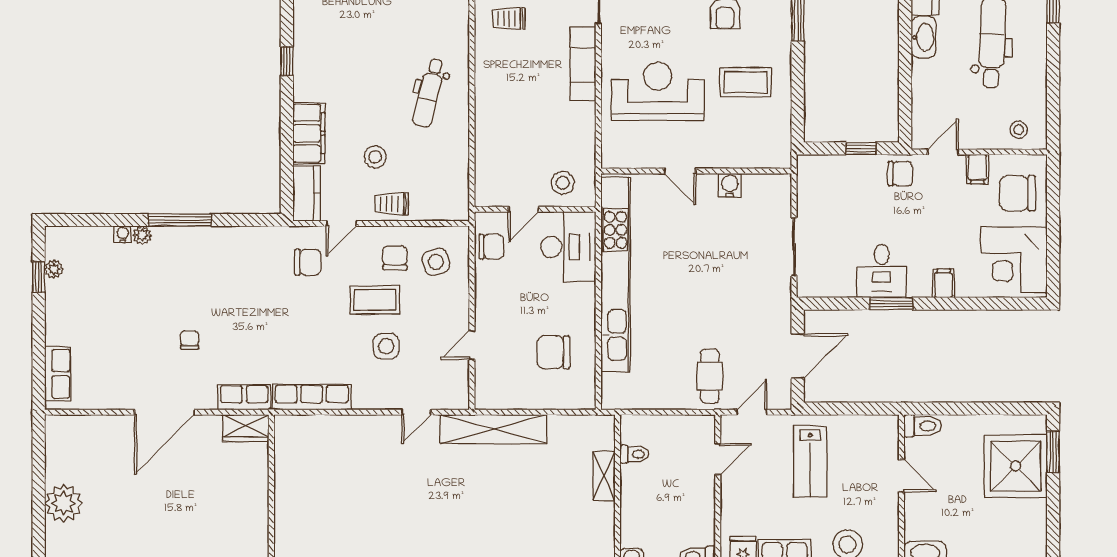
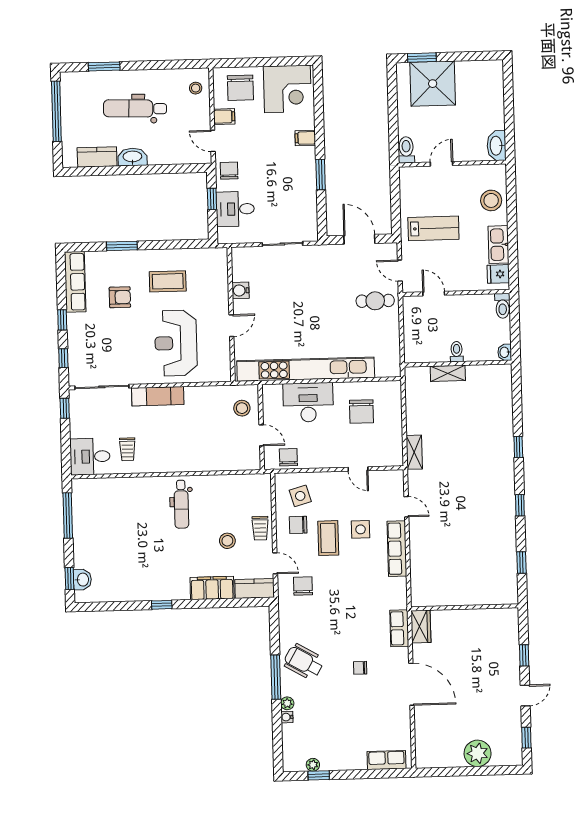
coffee table: (746, 82) -> (168, 281), turned 90
dental chair: (429, 93) -> (181, 504), turned 76
desk: (568, 247) -> (308, 402), moved
wheelchair: (200, 260) -> (304, 662), added
desk: (882, 271) -> (235, 209), moved, turned 180
row of seats: (312, 397) -> (397, 549), moved
shelving: (493, 429) -> (414, 452), width x0.45, depth x0.75
toilet: (634, 454) -> (457, 352), moved

